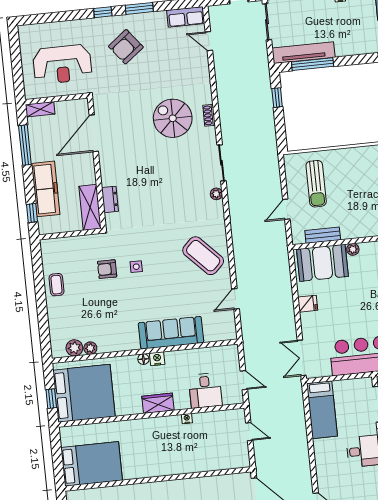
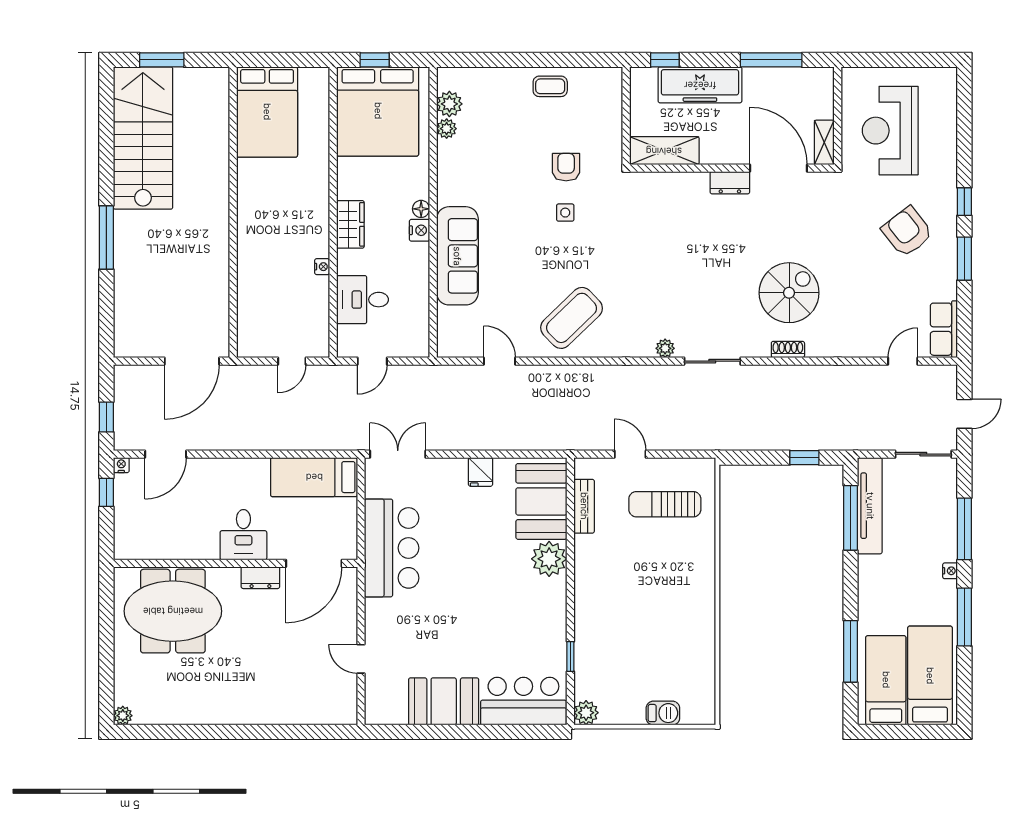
shelving: (40, 109) -> (824, 142), moved
dresser: (110, 199) -> (730, 183), moved
plant: (353, 249) -> (549, 559), width x1.87, depth x1.87

